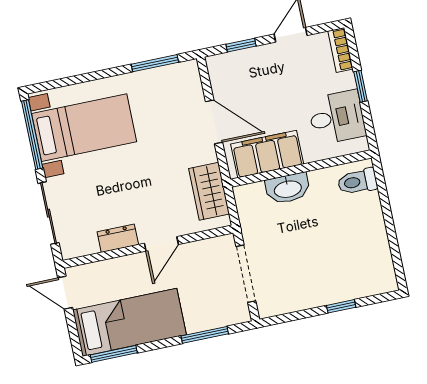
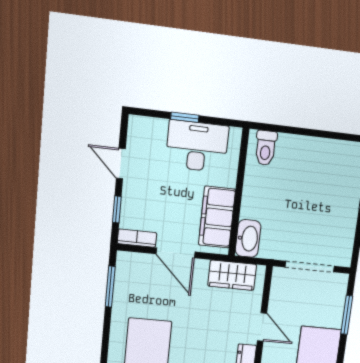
bookcase: (340, 50) -> (137, 238), moved, turned 180
desk: (337, 117) -> (197, 146), width x1.37
door: (214, 122) -> (176, 253), swing flipped
washbasin: (288, 188) -> (248, 238), moved

